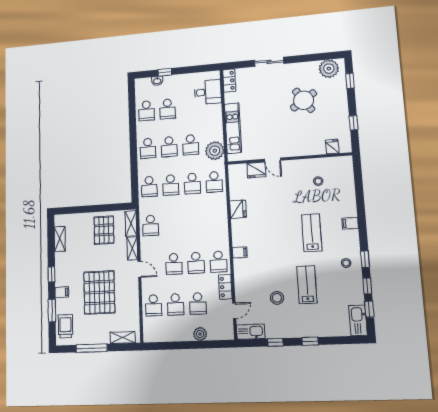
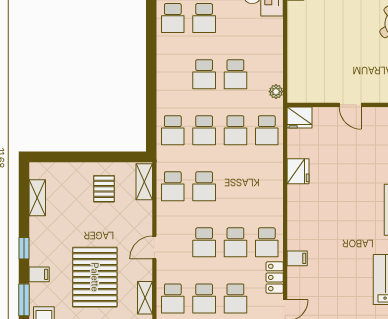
kitchen unit: (233, 128) -> (297, 55), removed
school desk: (148, 148) -> (204, 186), moved
plant: (215, 151) -> (276, 92), width x0.53, depth x0.53
fridge: (256, 170) -> (300, 118), moved
pallet: (104, 230) -> (104, 189), width x0.67, depth x0.71
shelving: (132, 248) -> (145, 298), moved
filing cabinet: (240, 253) -> (297, 258), moved
door: (139, 269) -> (154, 247), swing flipped
stool: (277, 298) -> (344, 295), removed

